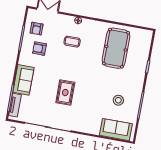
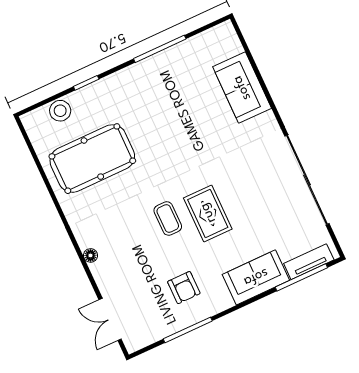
armchair: (37, 29) -> (154, 316), removed
coffee table: (72, 42) -> (168, 218), moved
rug: (65, 93) -> (208, 213), moved, turned 90
stool: (118, 100) -> (60, 111), moved
sofa: (116, 130) -> (242, 88), moved

